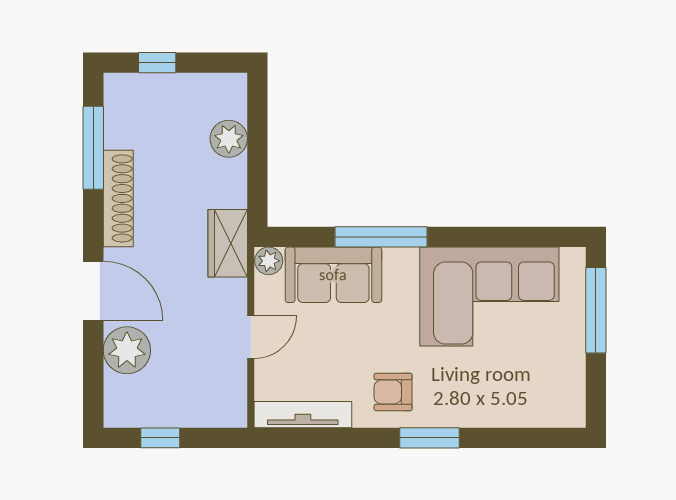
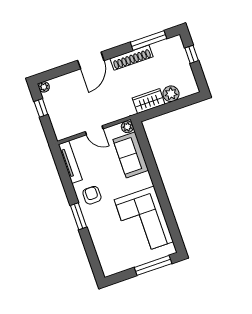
window: (381, 237) -> (153, 169), removed
wardrobe: (228, 243) -> (149, 101), moved
plant: (127, 350) -> (44, 87), moved, width x0.53, depth x0.53

